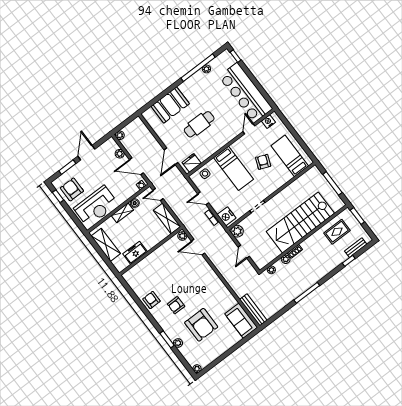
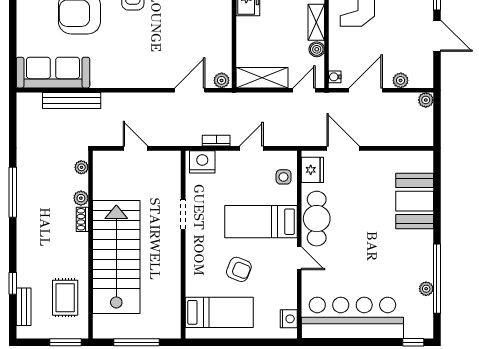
cafe table: (199, 124) -> (317, 219), moved
door: (249, 129) -> (299, 258), moved
plant: (237, 231) -> (171, 161), removed
bench: (253, 310) -> (72, 101), moved
sofa: (241, 321) -> (53, 73), width x1.36

